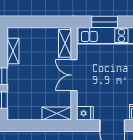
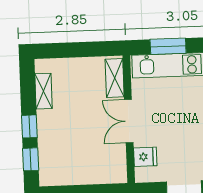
fridge: (85, 113) -> (145, 157), moved
shelving: (57, 114) -> (107, 175), removed

